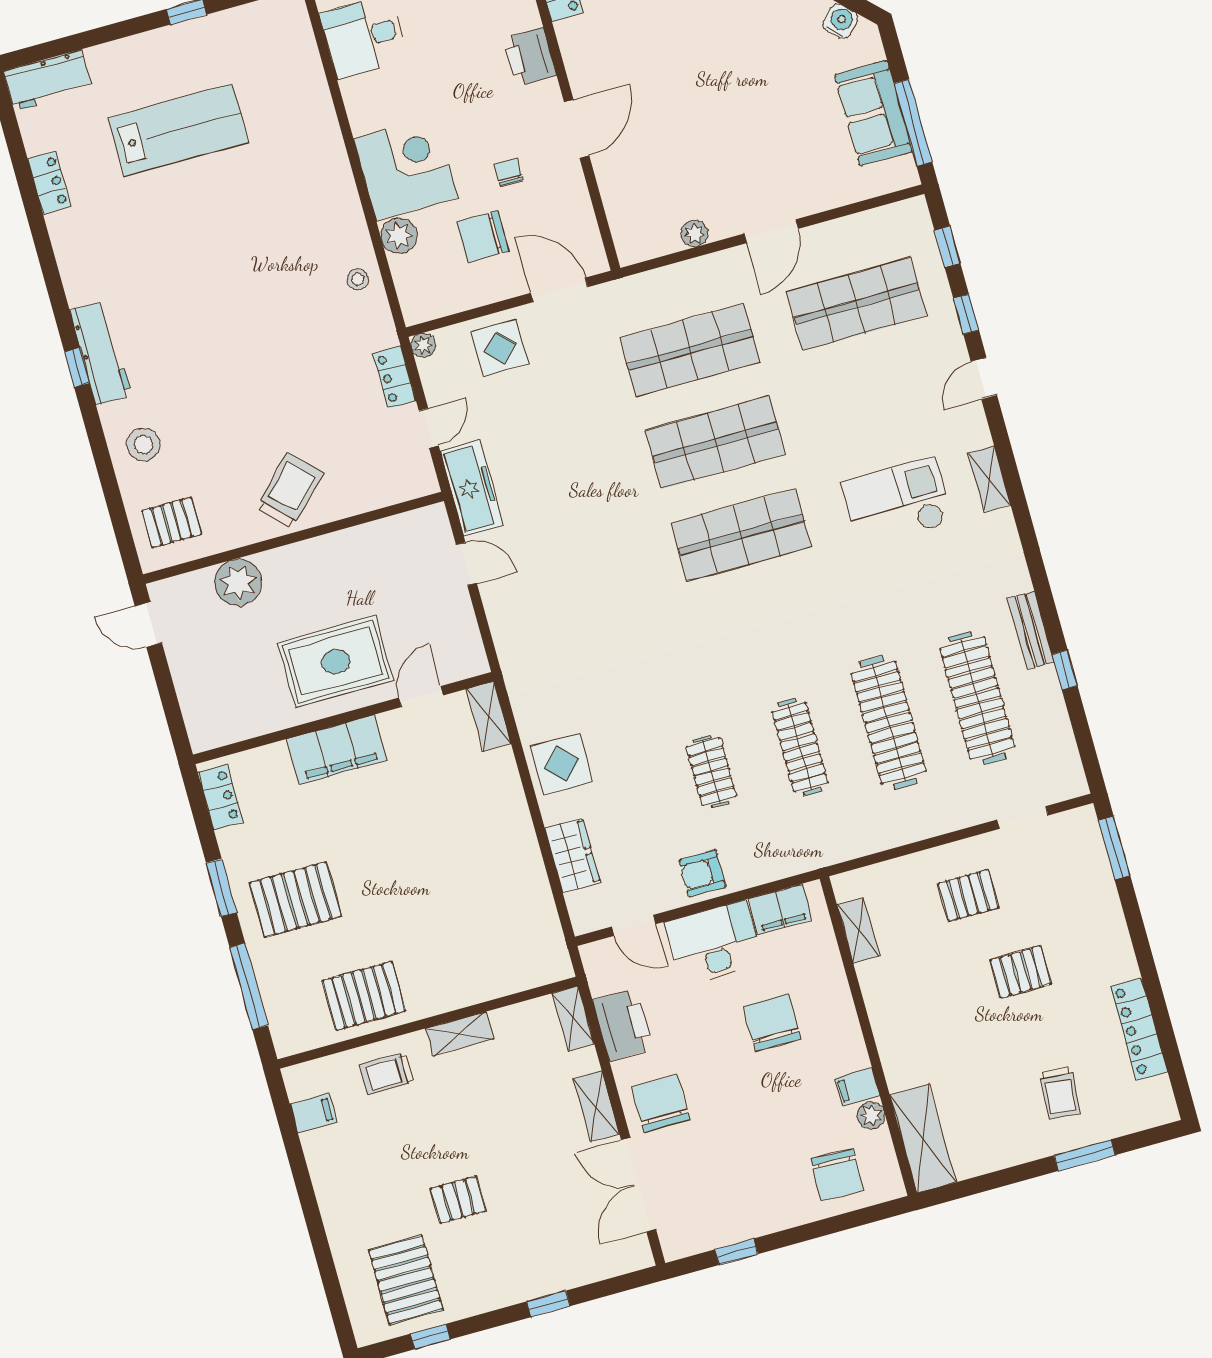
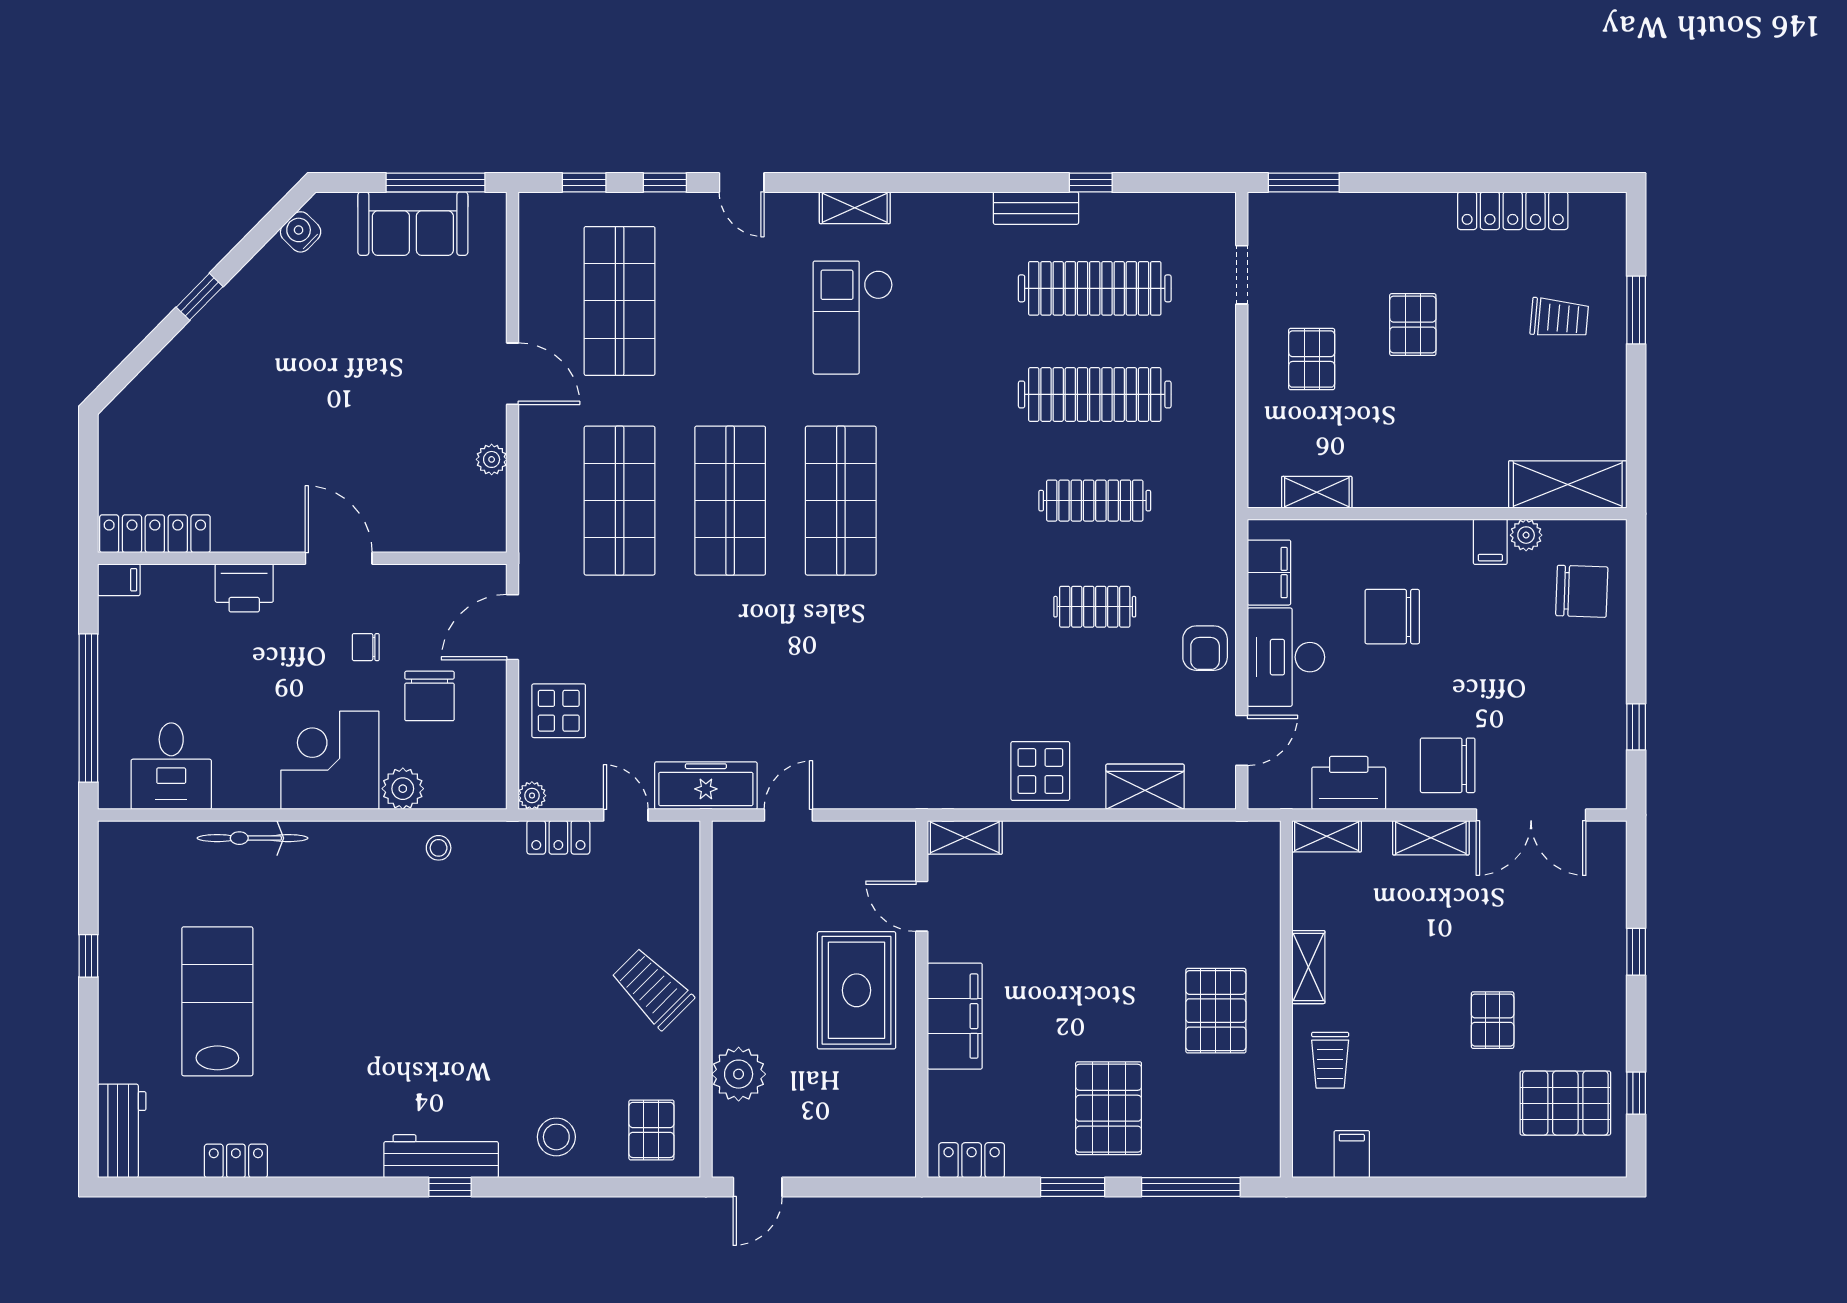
bicycle: (323, 122) -> (253, 838), added
pallet: (364, 996) -> (1216, 1011), moved

